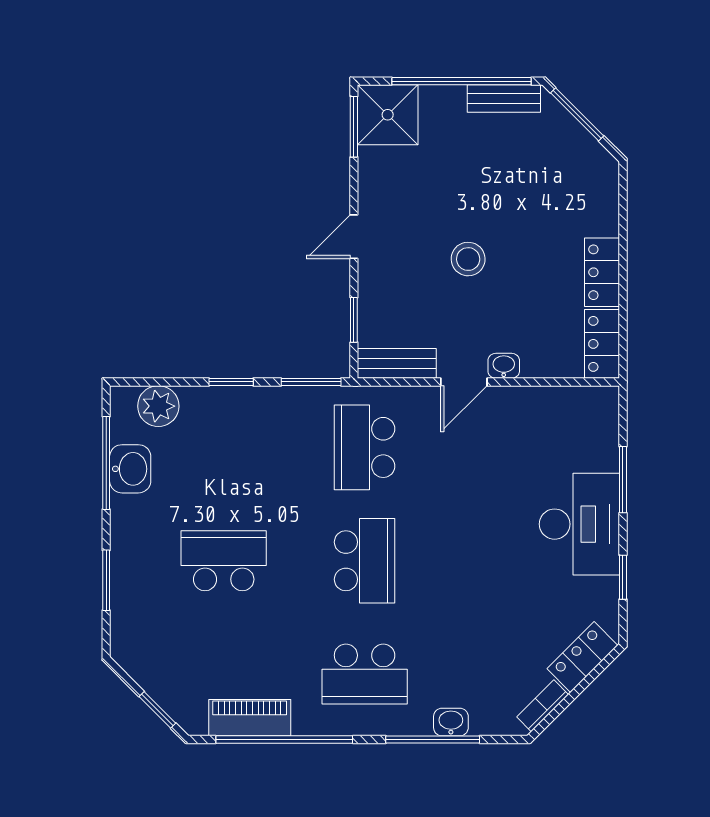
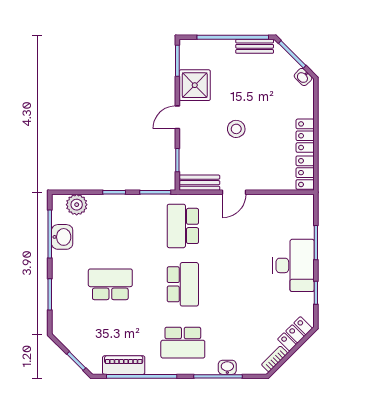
shower: (388, 115) -> (195, 85), moved
washbasin: (504, 366) -> (303, 77), moved, turned -135

